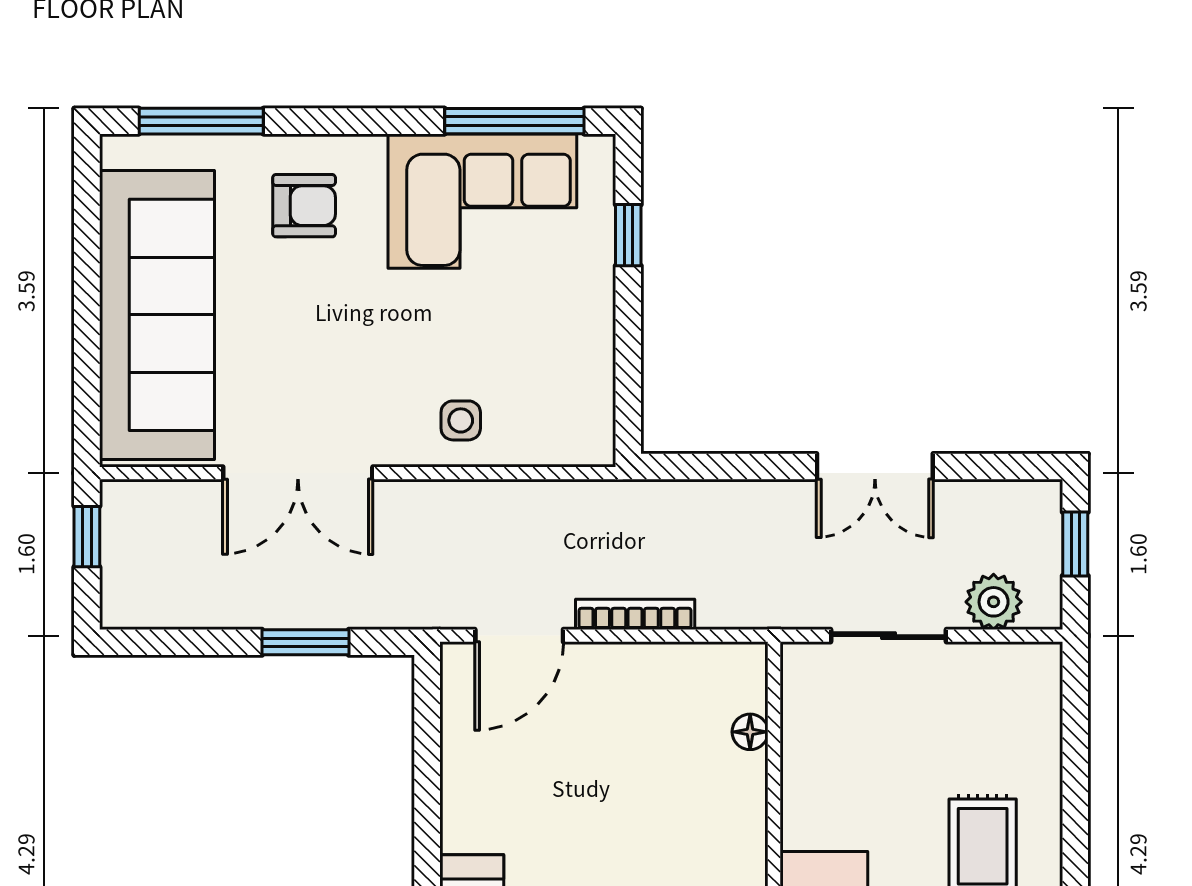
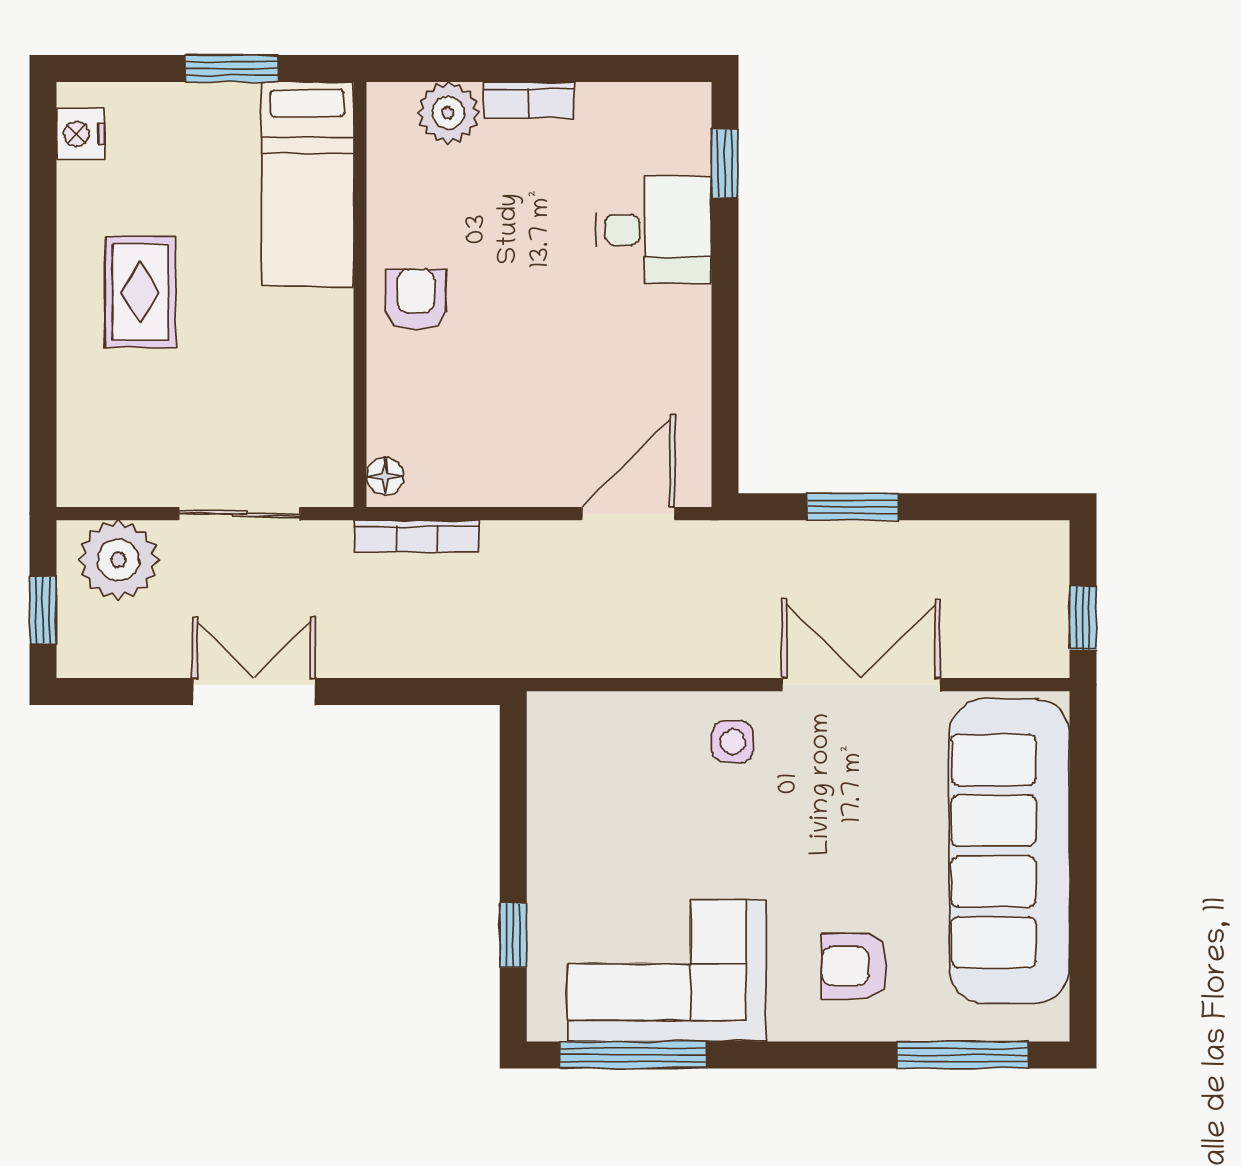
side table: (461, 420) -> (733, 742), moved
plant: (994, 602) -> (118, 560), width x1.36, depth x1.36
bookcase: (635, 614) -> (417, 536), moved
floor lamp: (750, 732) -> (385, 476), moved
armchair: (721, 839) -> (416, 300), added

